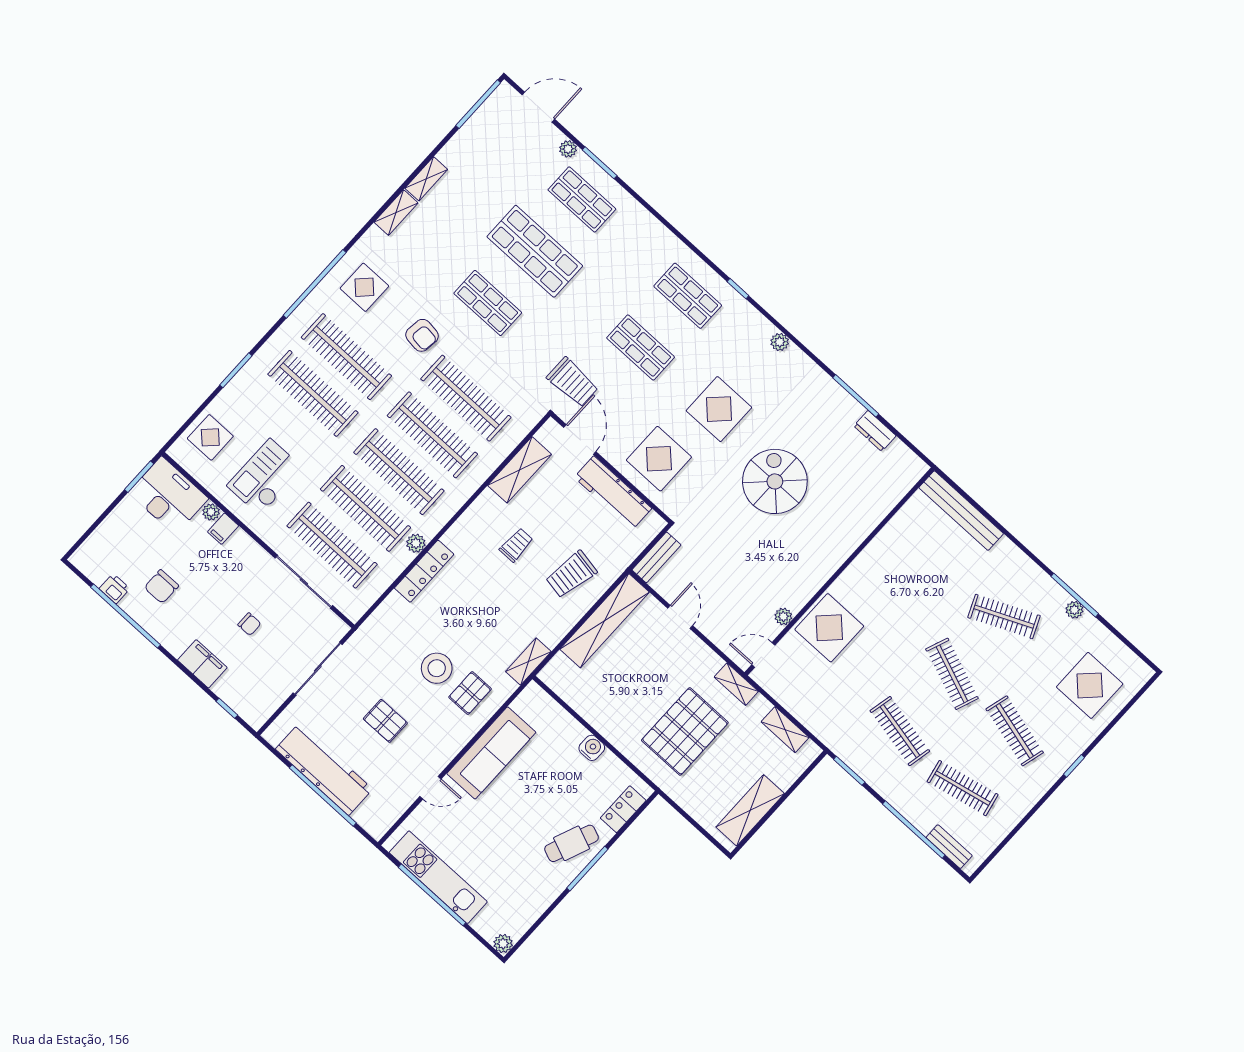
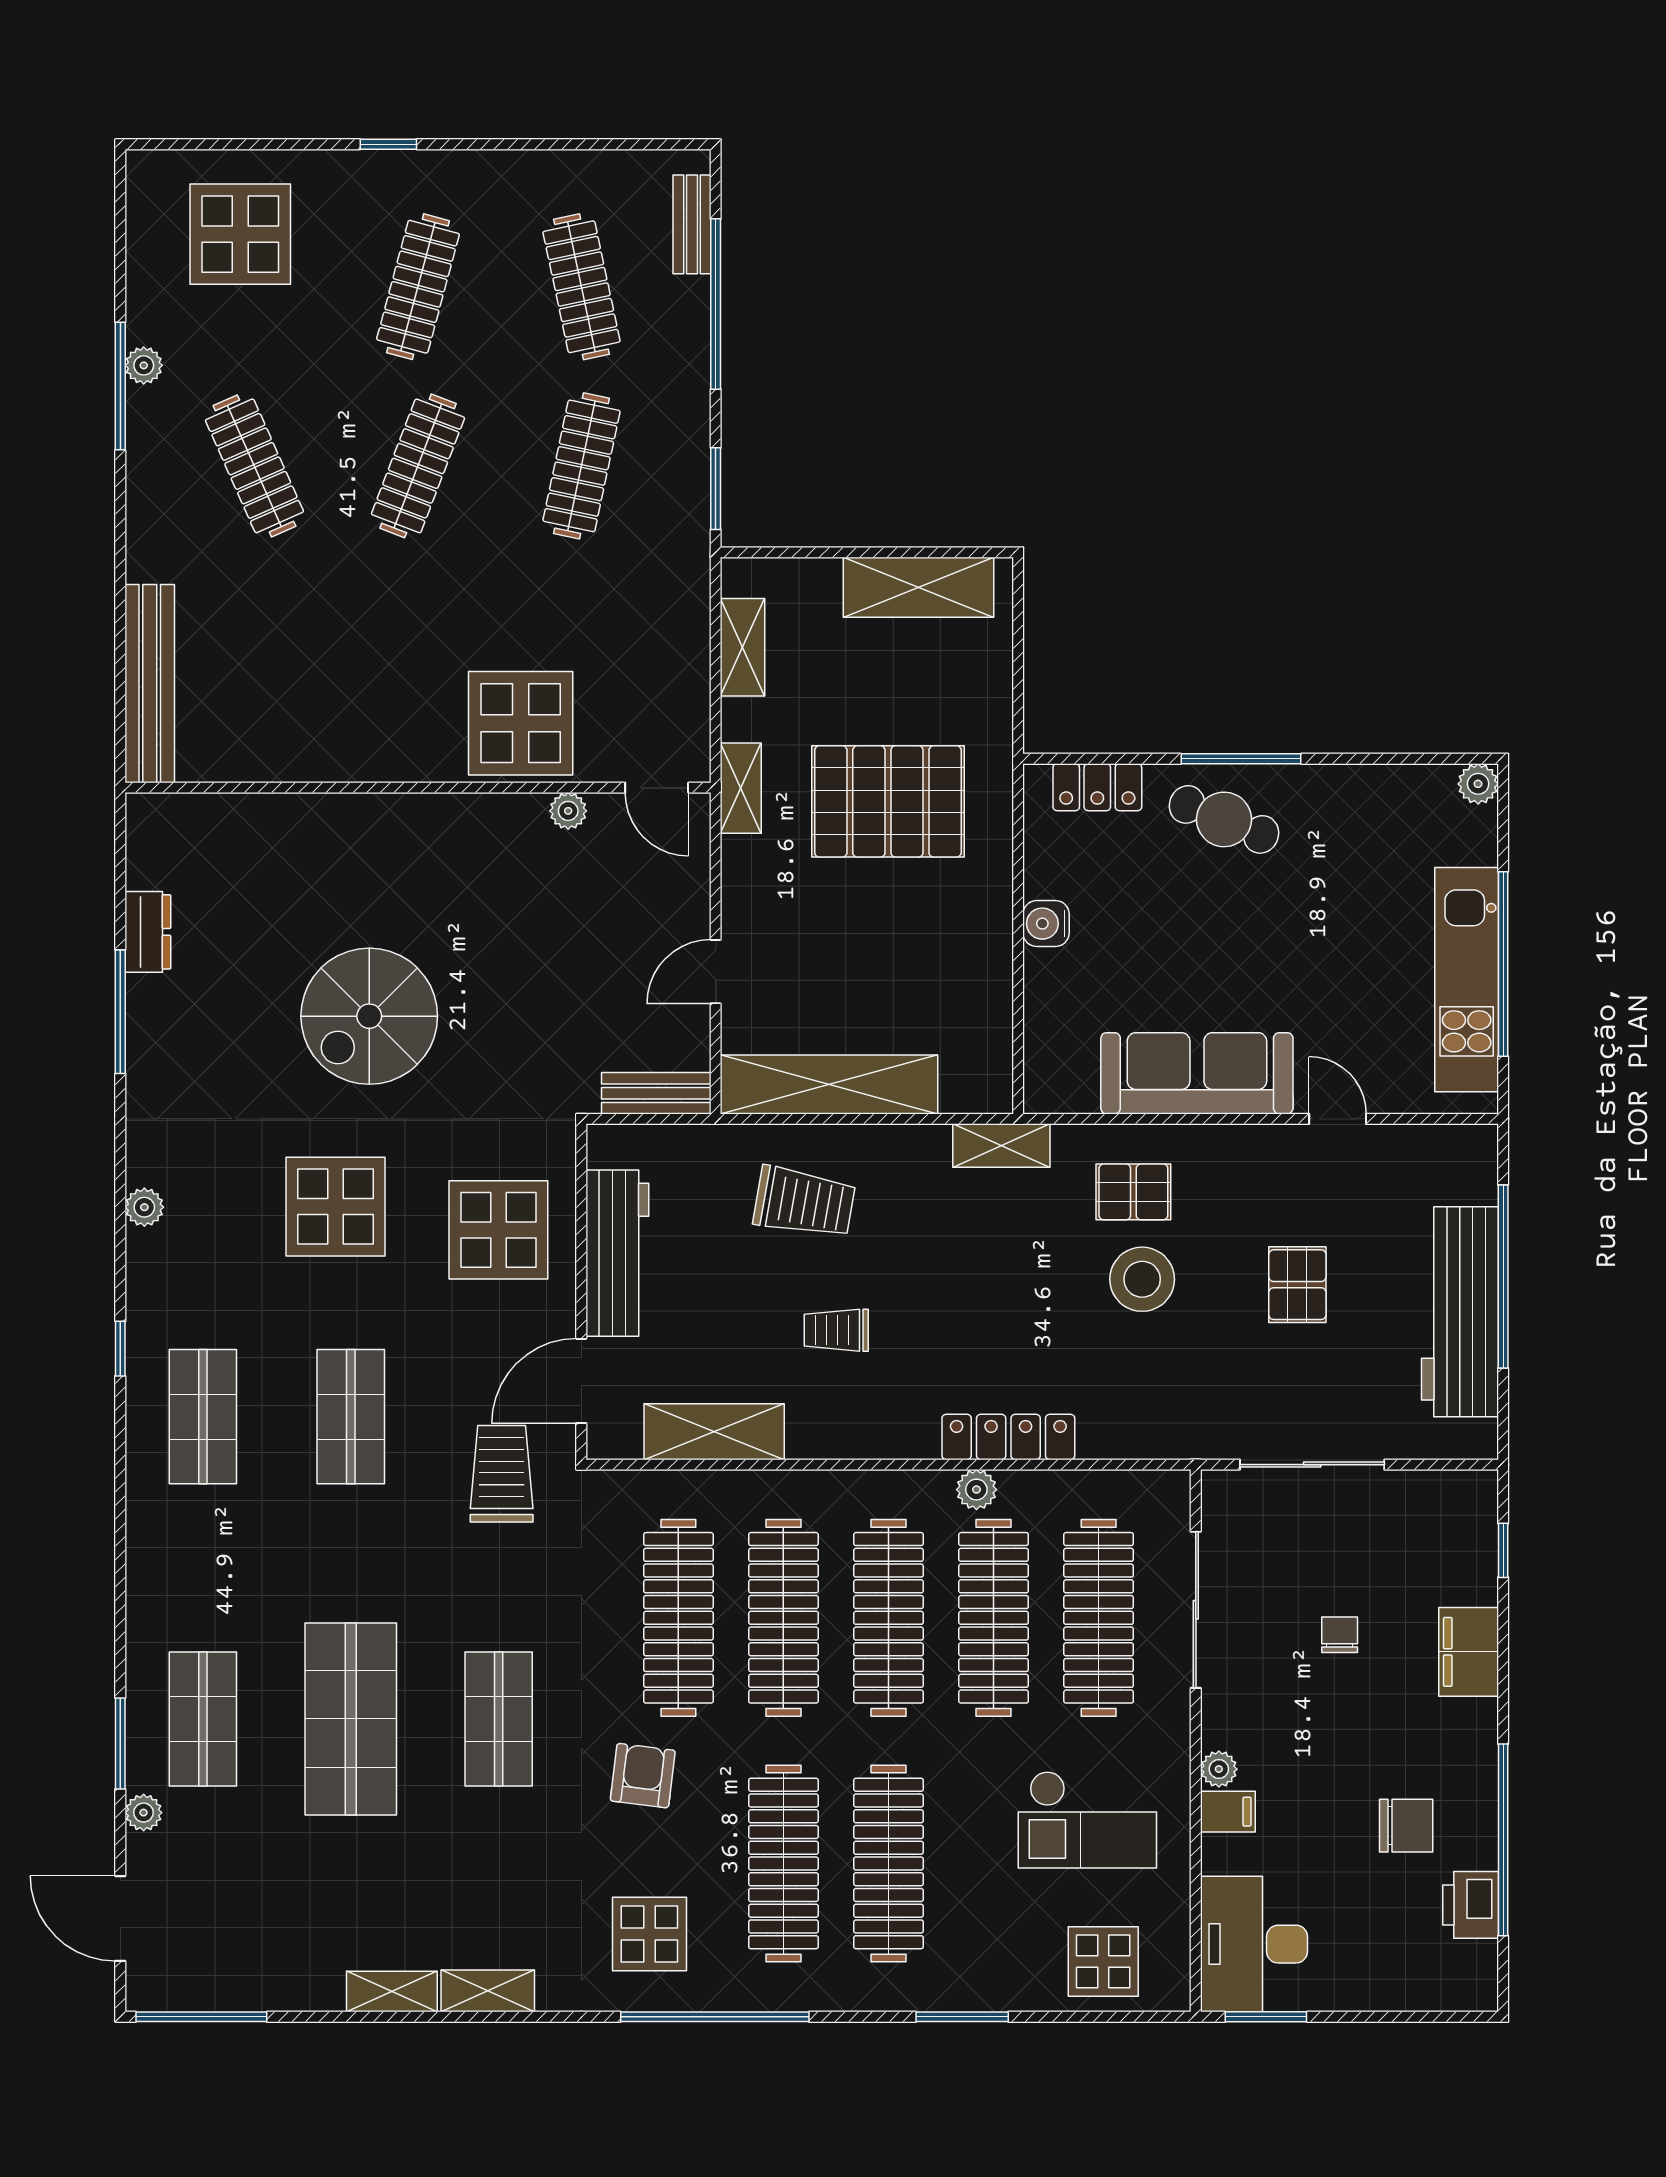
plant: (211, 512) -> (1219, 1769), moved
printer: (115, 589) -> (1471, 1905), width x1.36, depth x1.24

